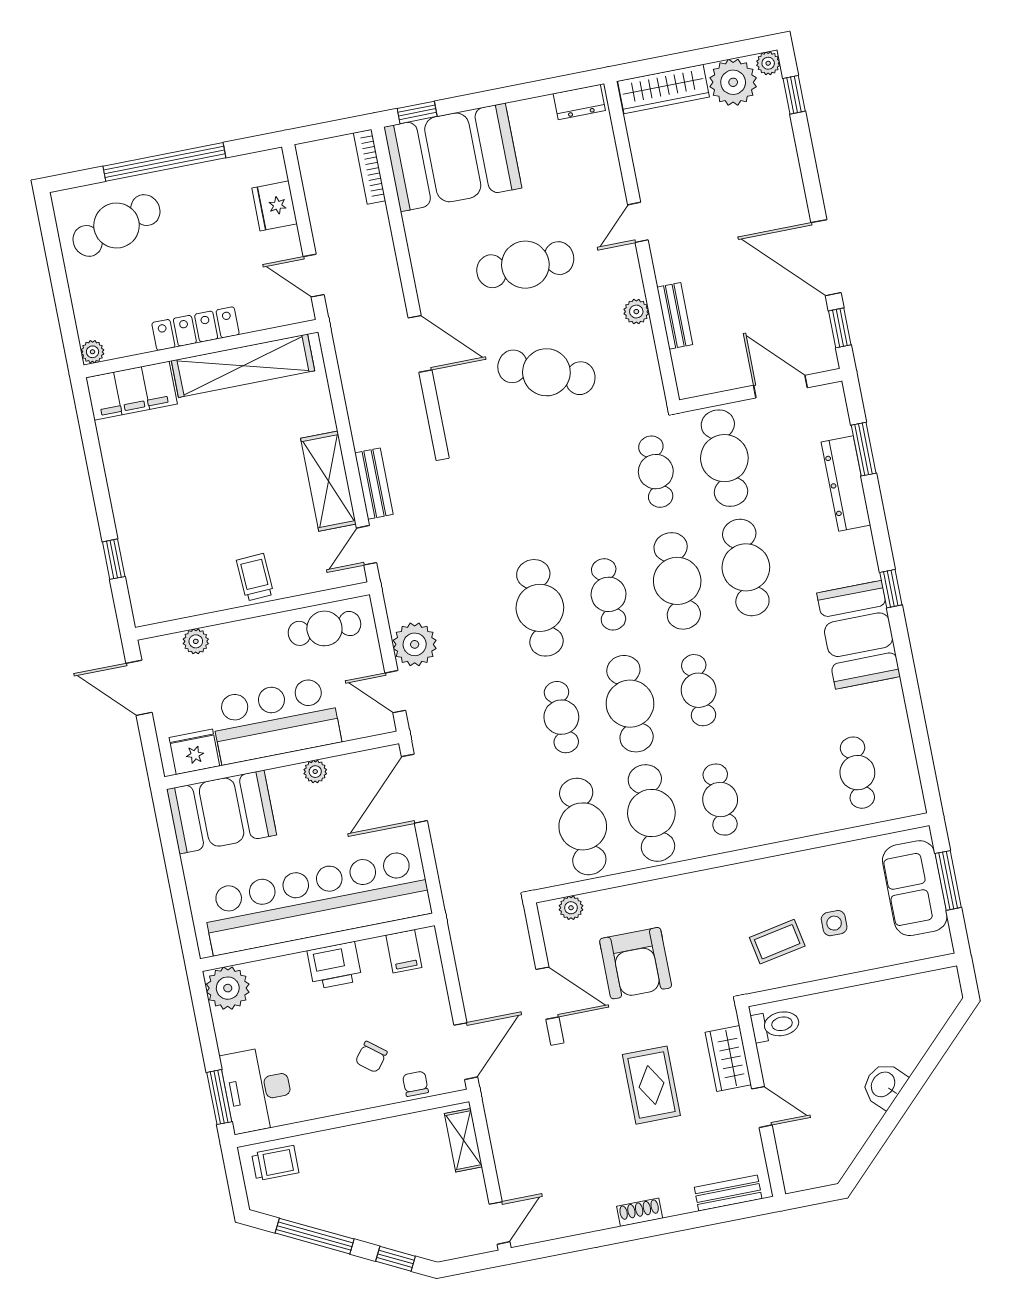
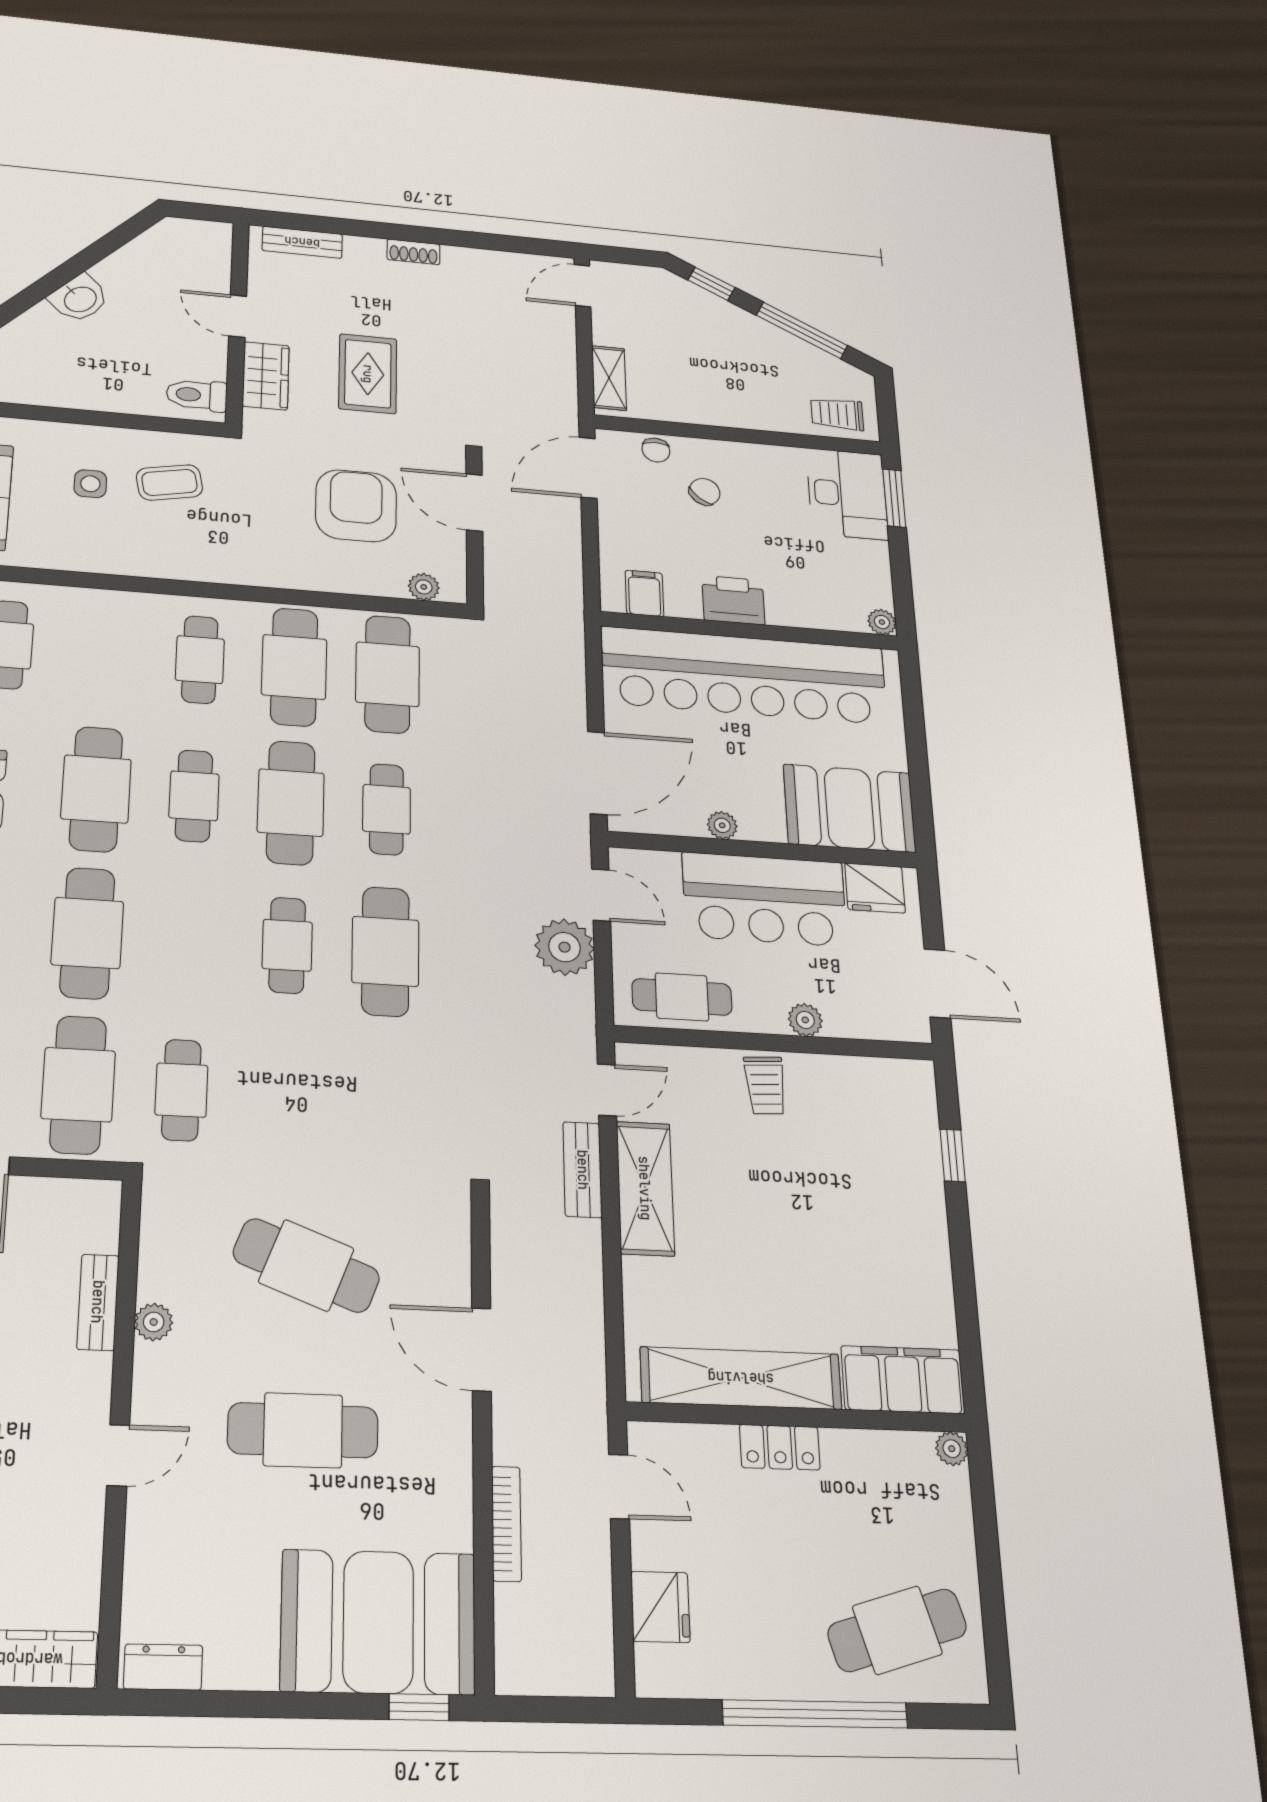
bookcase: (370, 167) -> (506, 1524), moved
locker: (196, 329) -> (780, 1447), width x0.66
cafe table: (677, 581) -> (96, 789), moved
plant: (196, 641) -> (805, 1020), moved
plant: (228, 988) -> (882, 622), width x0.53, depth x0.53

